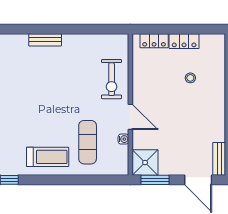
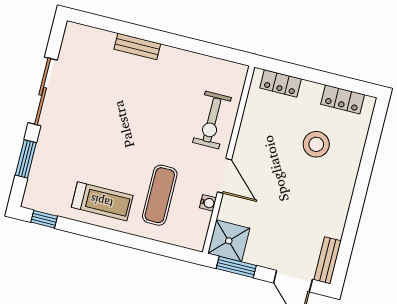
locker: (184, 41) -> (343, 99), moved
stool: (190, 78) -> (316, 144), width x1.89, depth x1.89

